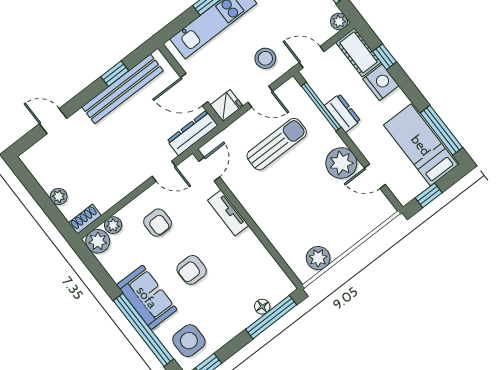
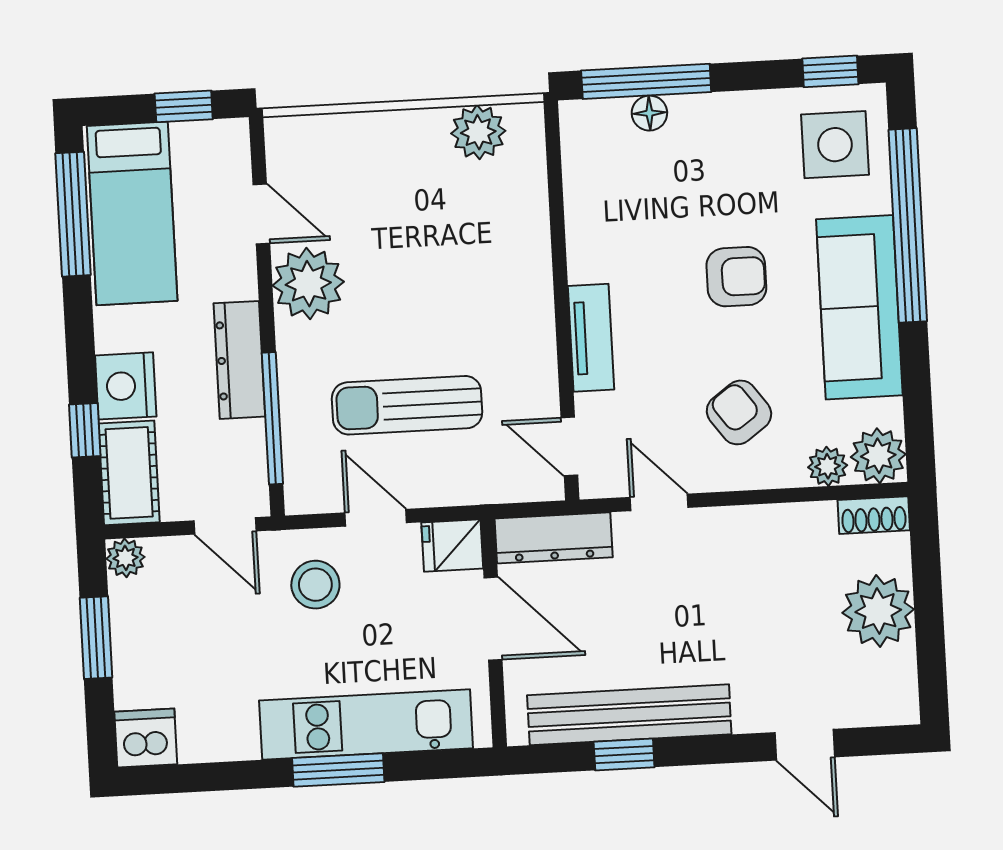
dresser: (342, 113) -> (239, 360), width x1.44
door: (209, 169) -> (569, 447), hinge flipped
plant: (59, 196) -> (878, 611), width x1.88, depth x1.88
armchair: (158, 223) -> (739, 412), turned -36
sofa: (147, 297) -> (859, 307), width x1.36

